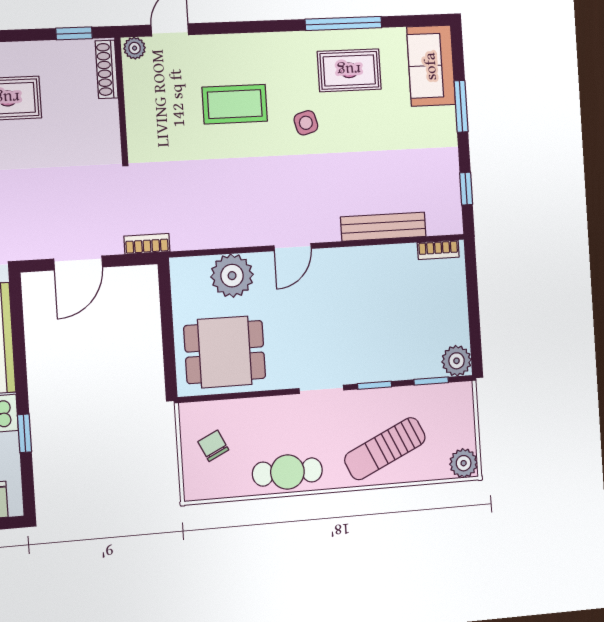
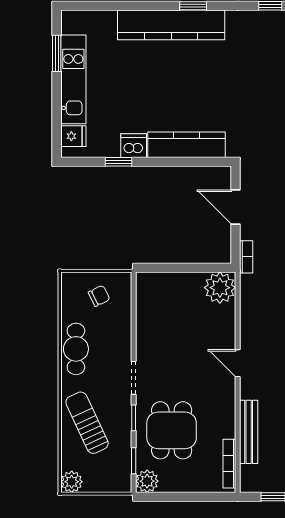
bookcase: (438, 250) -> (229, 464), width x1.56
plant: (232, 276) -> (220, 288), moved
dining table: (225, 352) -> (172, 430), moved

